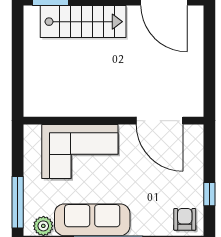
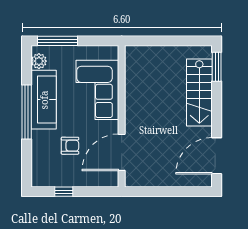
armchair: (185, 219) -> (70, 146), moved

